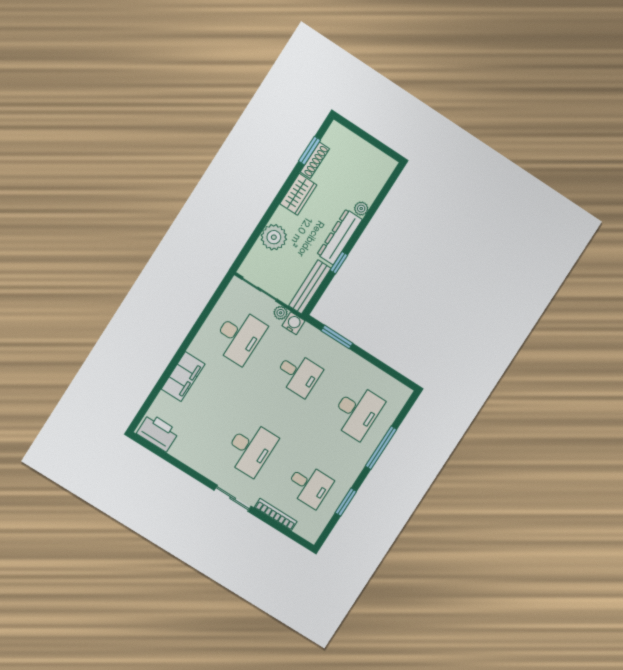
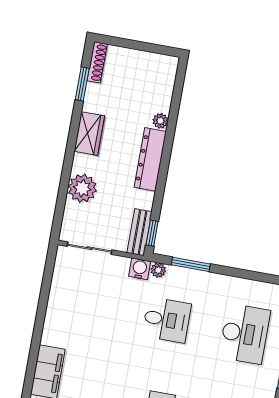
shoe rack: (315, 160) -> (97, 62), moved
window: (339, 263) -> (152, 233), moved
bench: (310, 287) -> (139, 232), width x0.73
plant: (281, 313) -> (158, 270), moved
desk: (239, 336) -> (89, 306), removed

